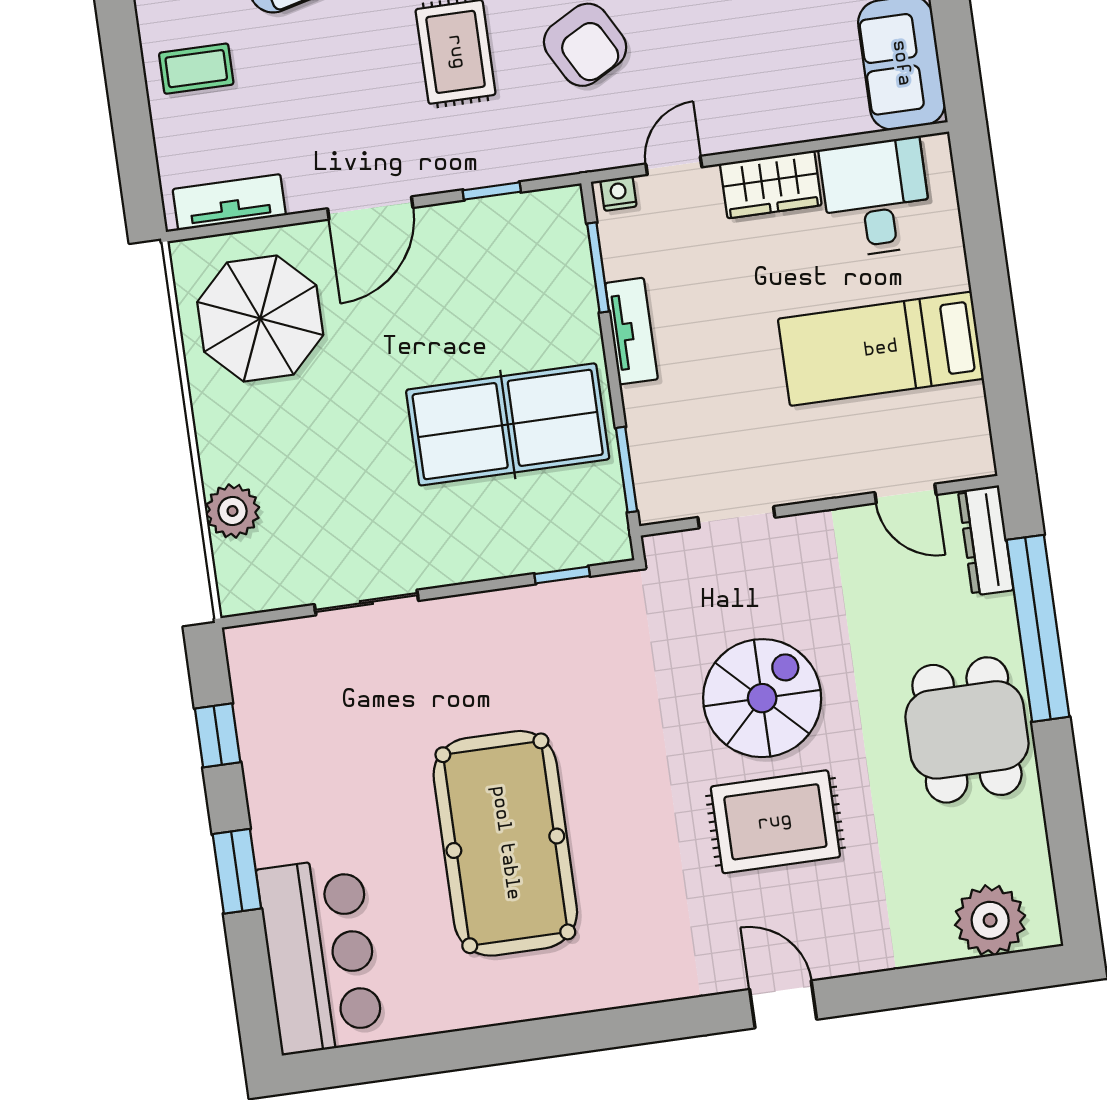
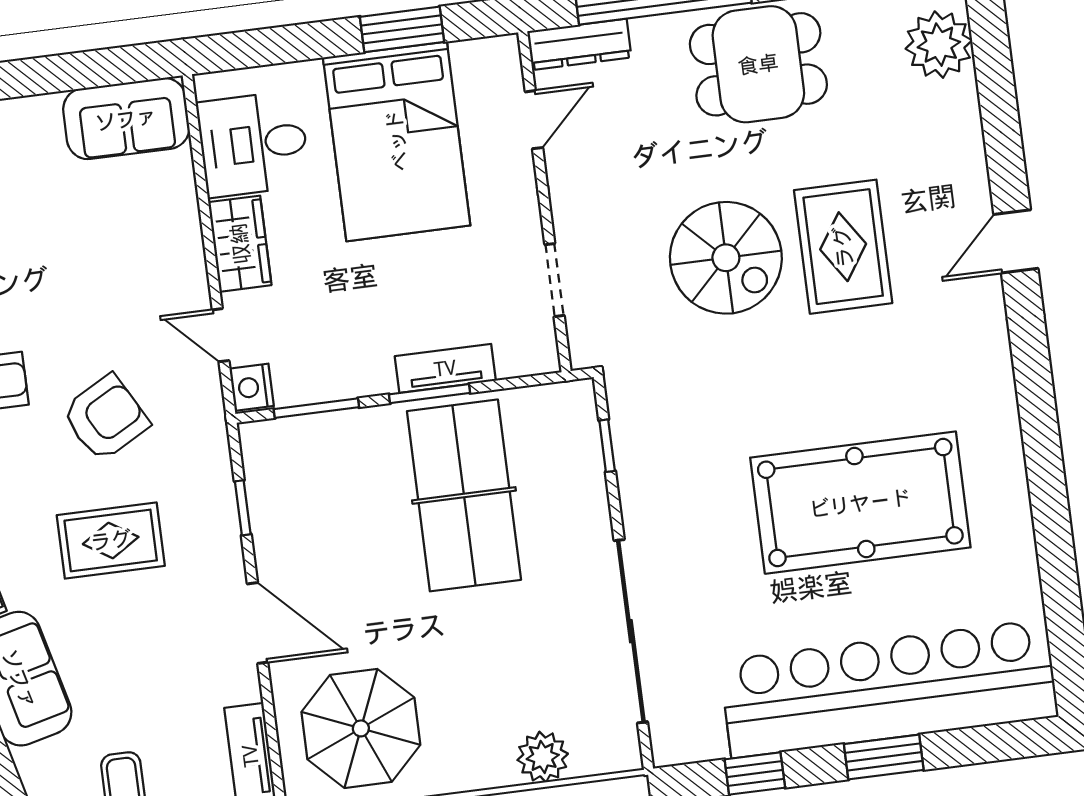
nightstand: (618, 193) -> (252, 387), width x1.39, depth x1.35
tv unit: (632, 331) -> (445, 368), moved
bed: (881, 349) -> (397, 141), width x1.50
window: (999, 353) -> (402, 29), added
window: (626, 470) -> (430, 394), moved
sliding door: (366, 603) -> (631, 631), width x1.86
spiral stairs: (762, 698) -> (726, 258), turned 180
bar counter: (320, 956) -> (889, 689), width x1.86

